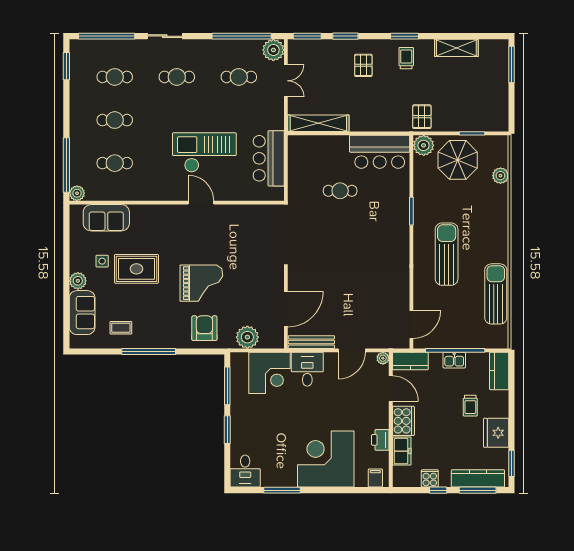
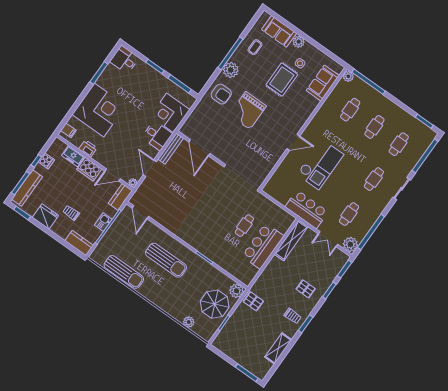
bar counter: (380, 152) -> (263, 246), moved
bar counter: (269, 158) -> (307, 209), moved
plant: (247, 337) -> (231, 70), moved

